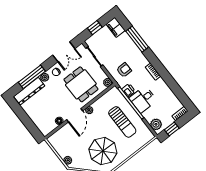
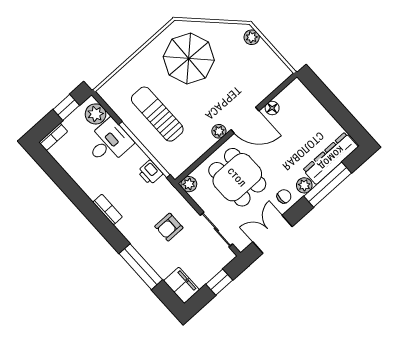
armchair: (124, 70) -> (169, 227), moved
desk: (143, 99) -> (109, 142), moved
door: (75, 115) -> (245, 120), swing flipped

